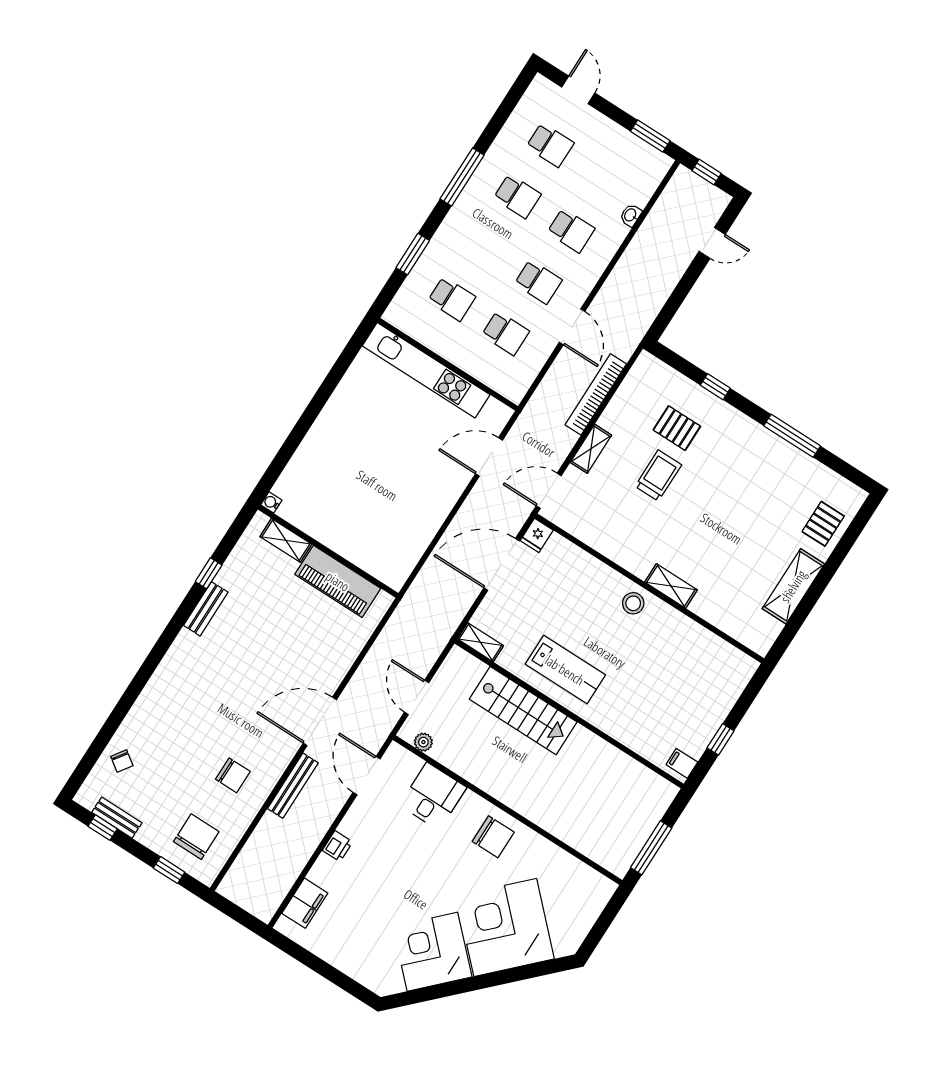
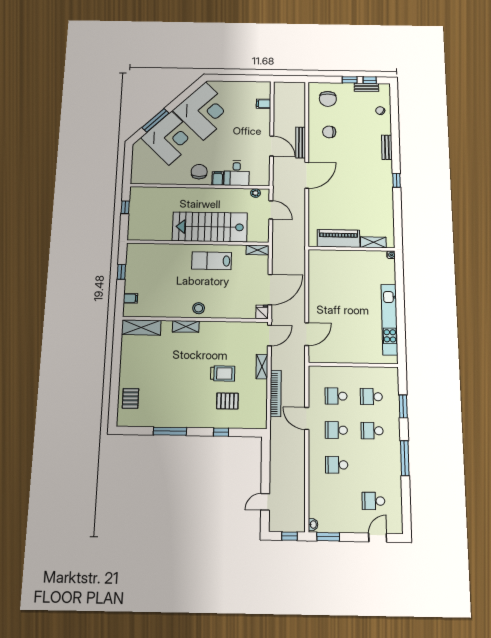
door: (578, 90) -> (378, 538), swing flipped
school desk: (517, 196) -> (372, 431), moved
washbasin: (631, 215) -> (313, 525), moved
kitchen unit: (426, 370) -> (389, 319), moved, turned -90
trolley: (658, 476) -> (223, 373), turned -90
window: (209, 573) -> (396, 180), moved
shelving: (793, 586) -> (141, 327), moved, turned 90
bench: (206, 609) -> (387, 147), moved
stairs: (523, 711) -> (210, 227), width x1.36, depth x1.51
filing cabinet: (682, 763) -> (130, 298), moved
door: (367, 776) -> (272, 146), moved
filing cabinet: (470, 806) -> (218, 178), added
chair: (493, 837) -> (199, 172), turned 90
printer: (337, 846) -> (265, 129), removed
window: (651, 848) -> (125, 207), width x0.46
window: (169, 870) -> (350, 80), moved
filing cabinet: (305, 903) -> (264, 104), width x0.50
corner desk: (432, 952) -> (204, 111), width x1.36, depth x1.36
window: (511, 975) -> (155, 120), added

